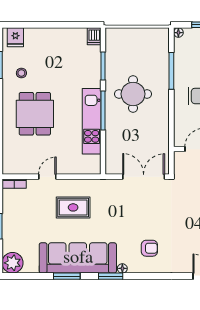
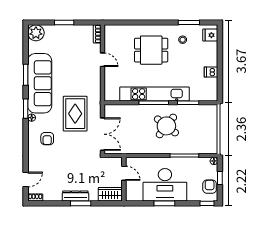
dishwasher: (94, 36) -> (211, 72), moved
round table: (133, 94) -> (166, 126), turned 38
kitchen unit: (92, 121) -> (155, 94), width x1.36
rug: (73, 207) -> (75, 114), moved, width x1.36, depth x1.43

